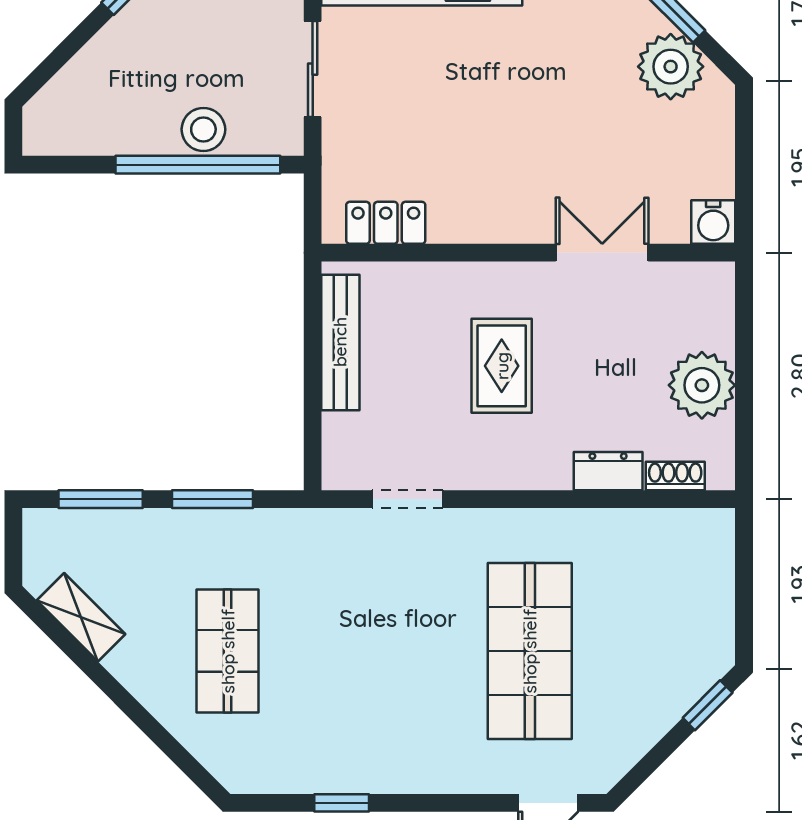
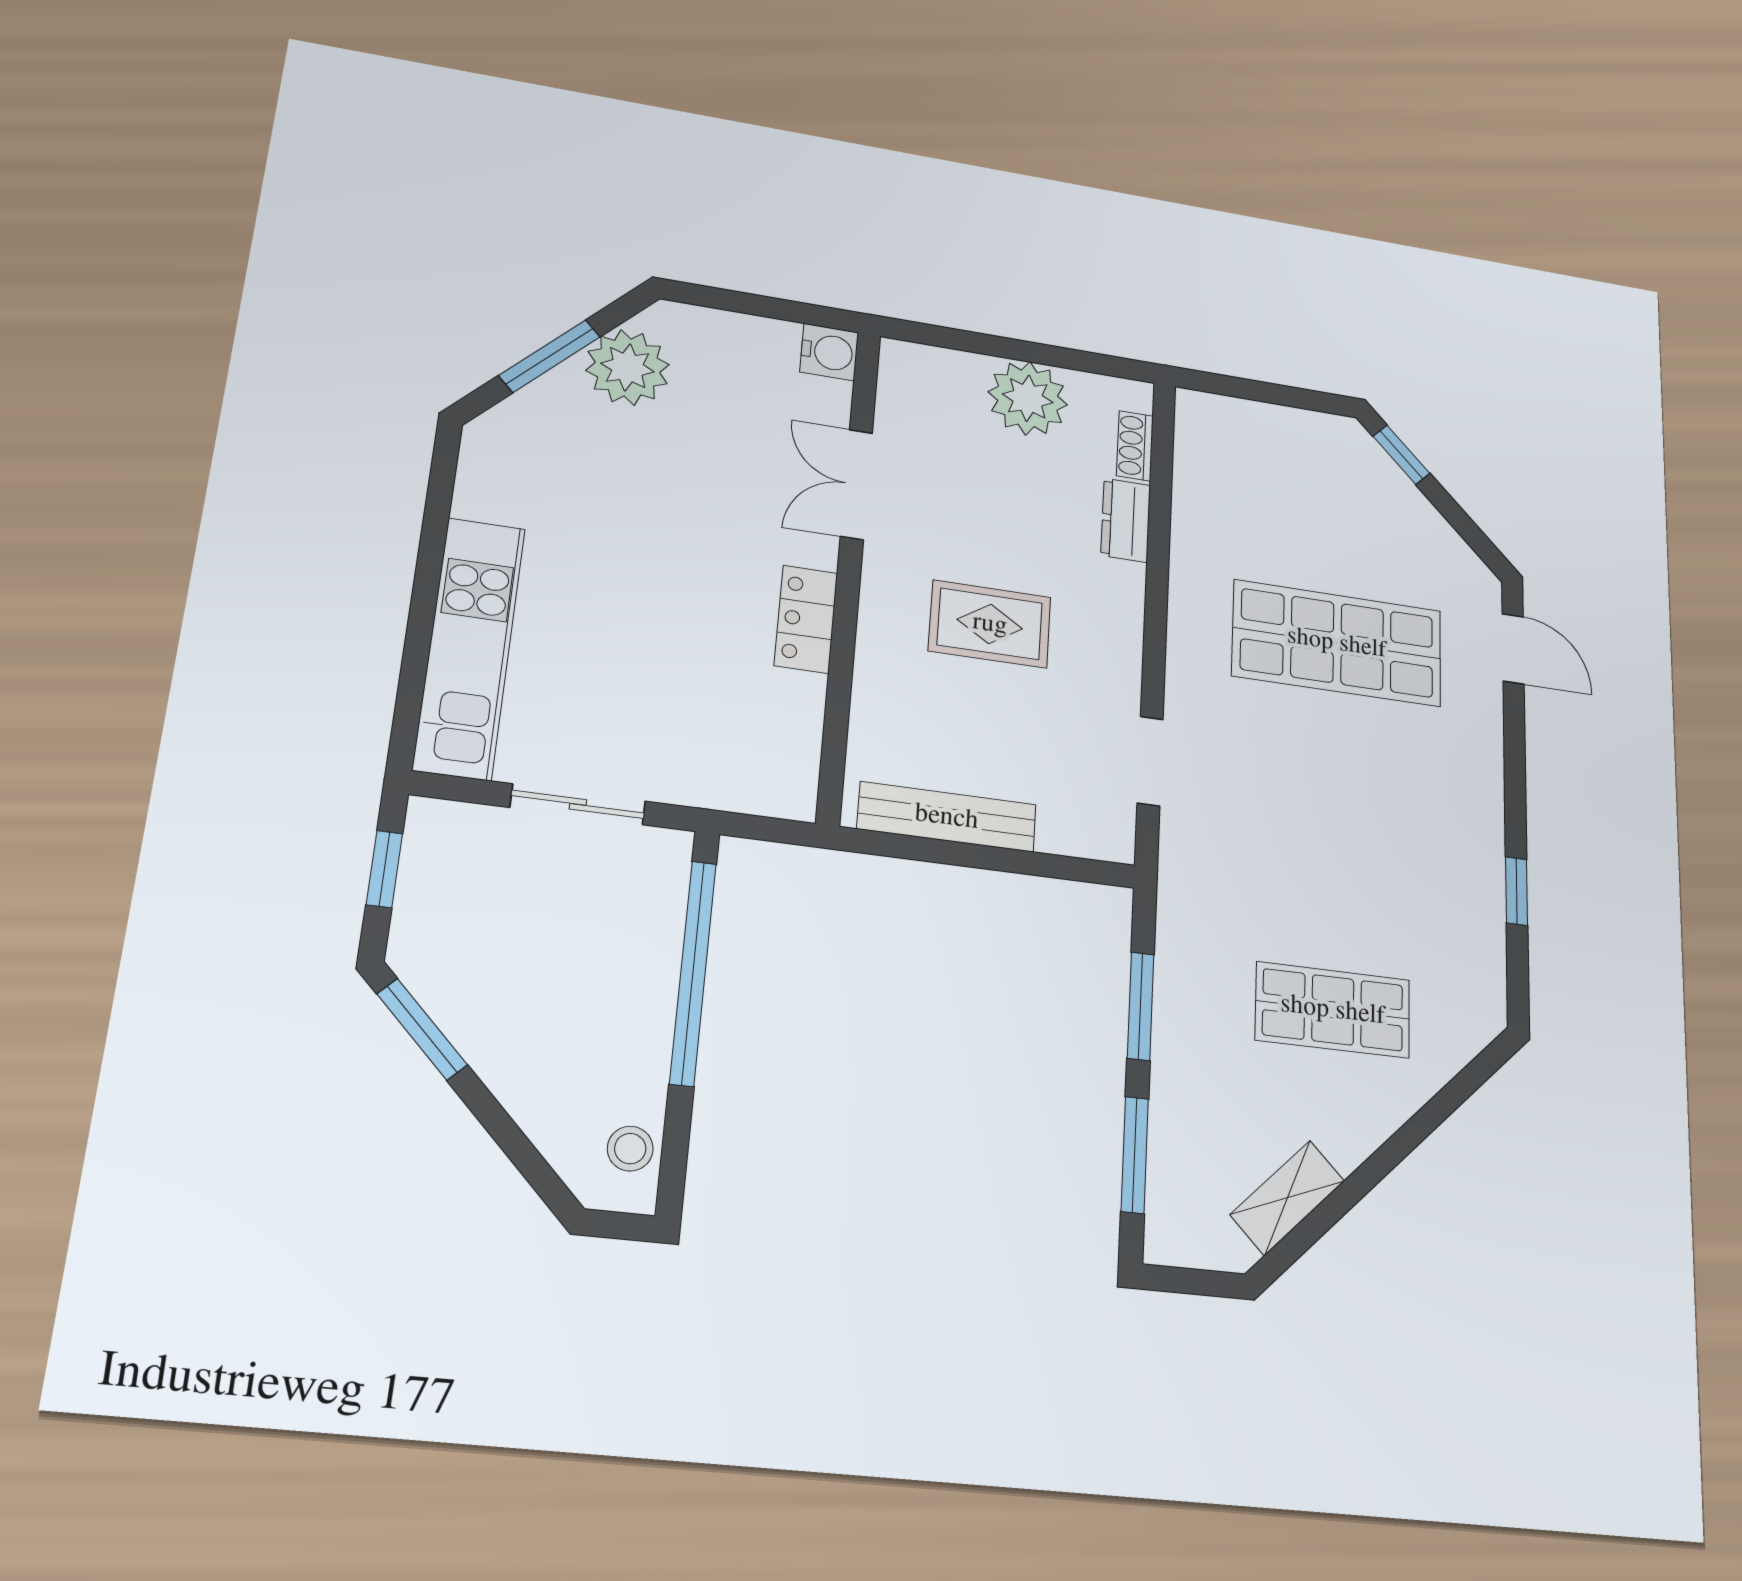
stool: (203, 129) -> (630, 1149), moved, width x0.73, depth x0.73
locker: (386, 223) -> (806, 619), moved

